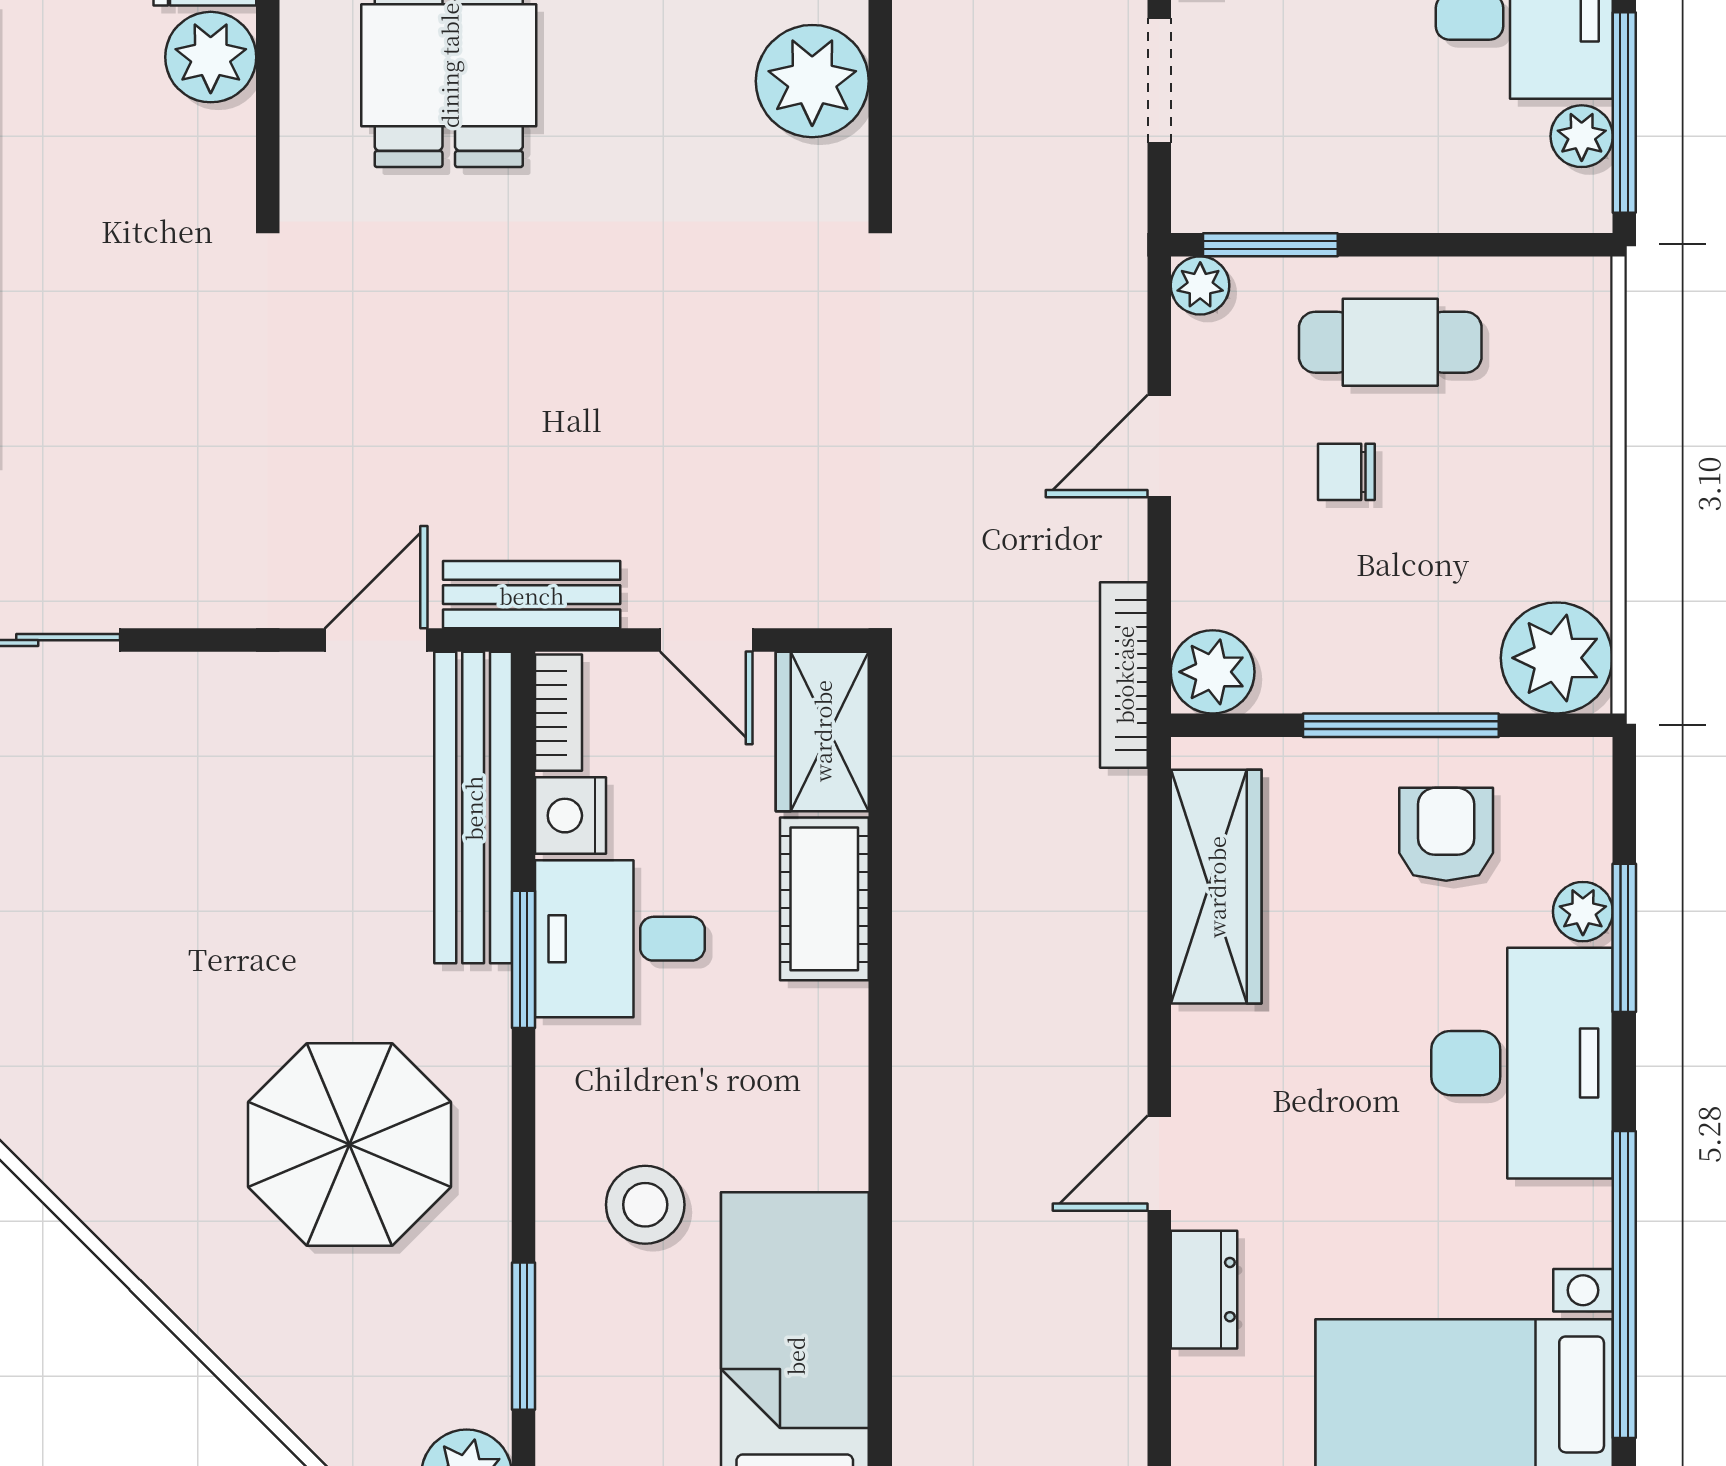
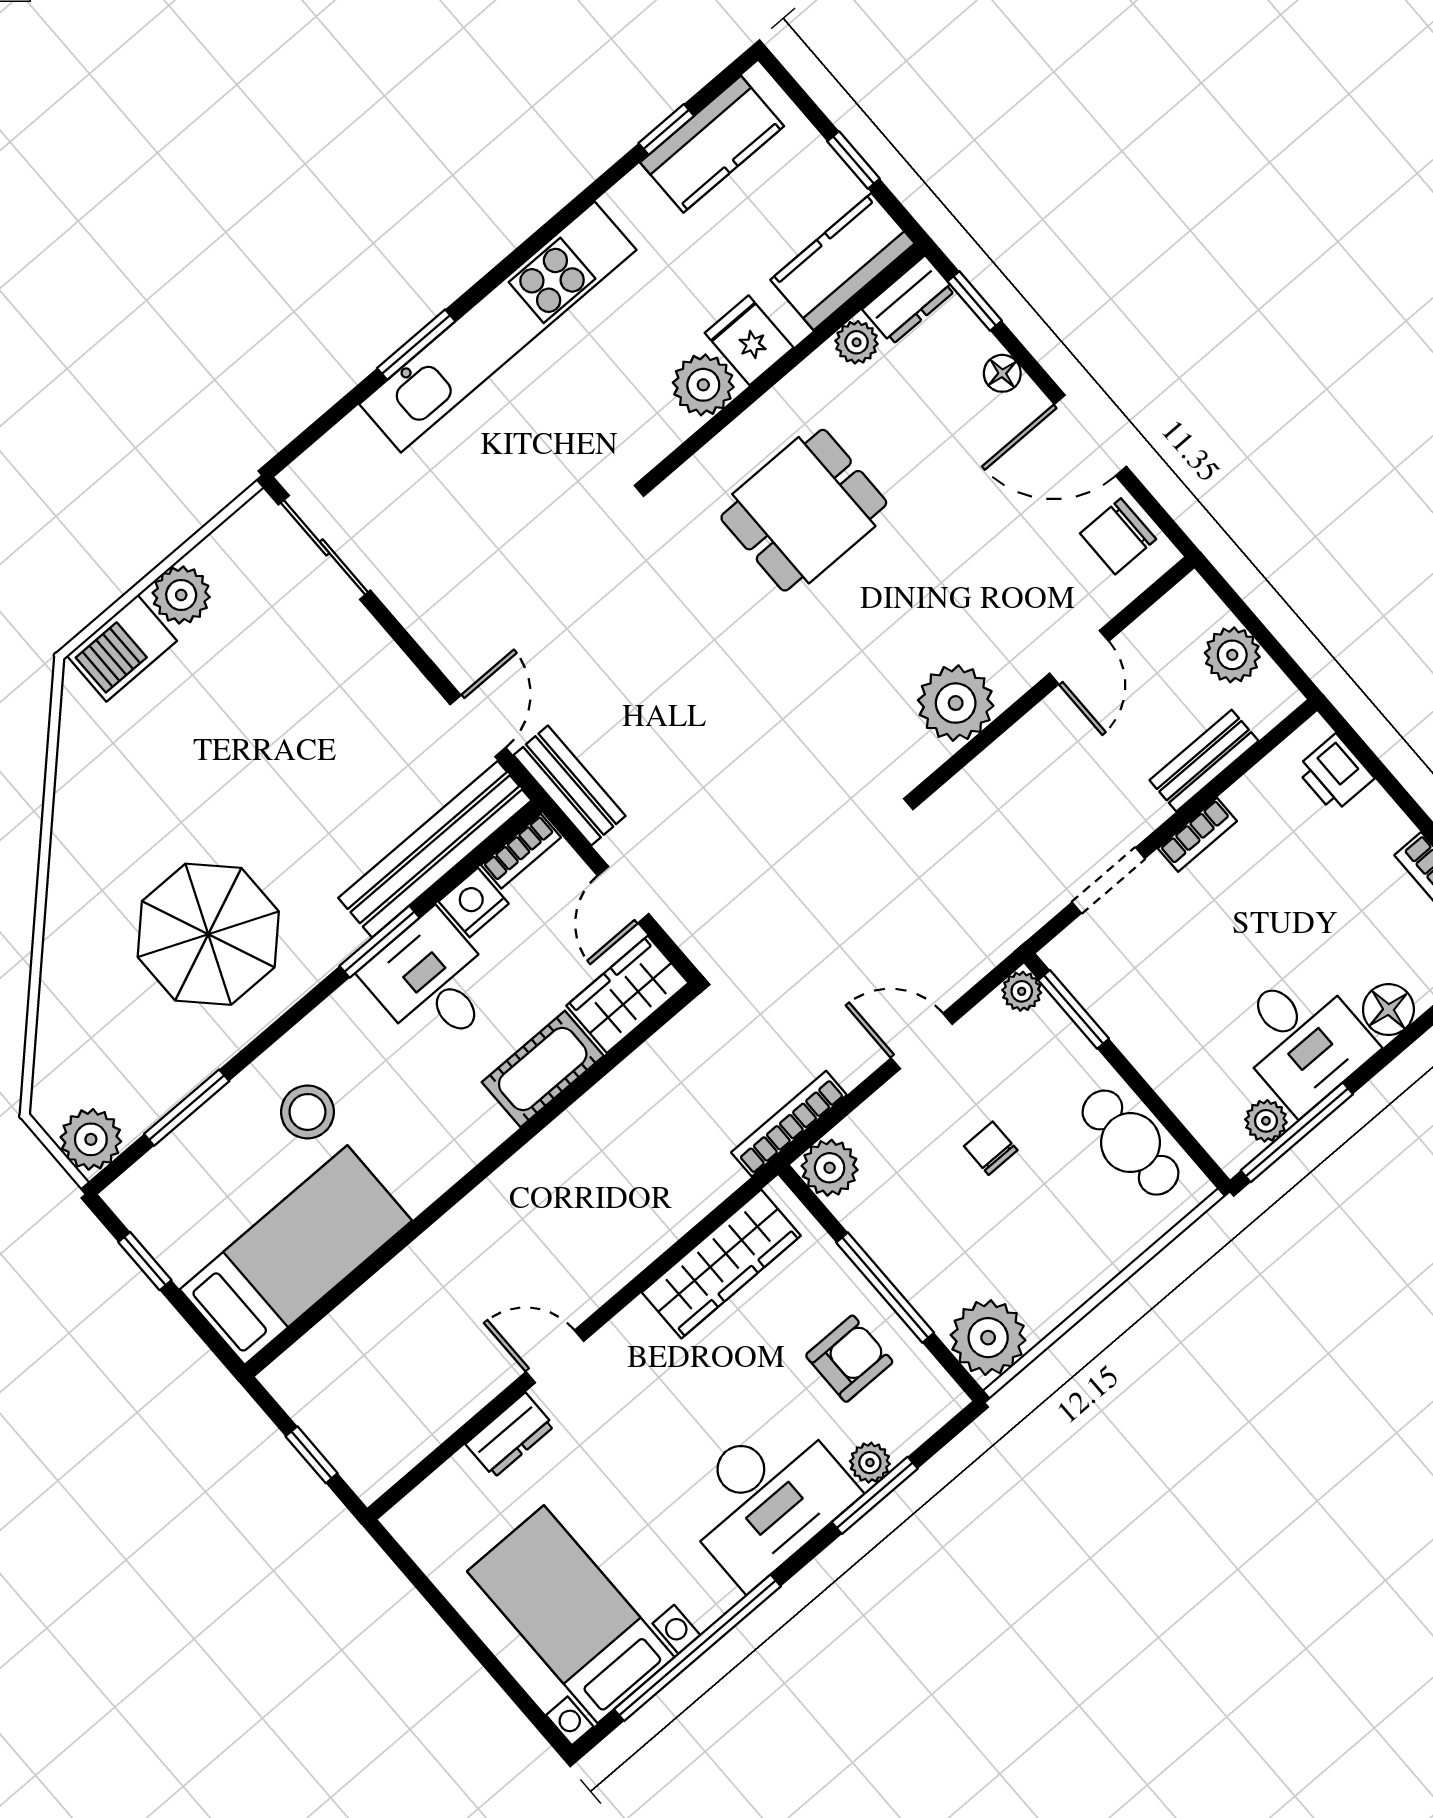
cafe table: (1390, 342) -> (1131, 1143), moved
door: (376, 640) -> (478, 726), hinge flipped

